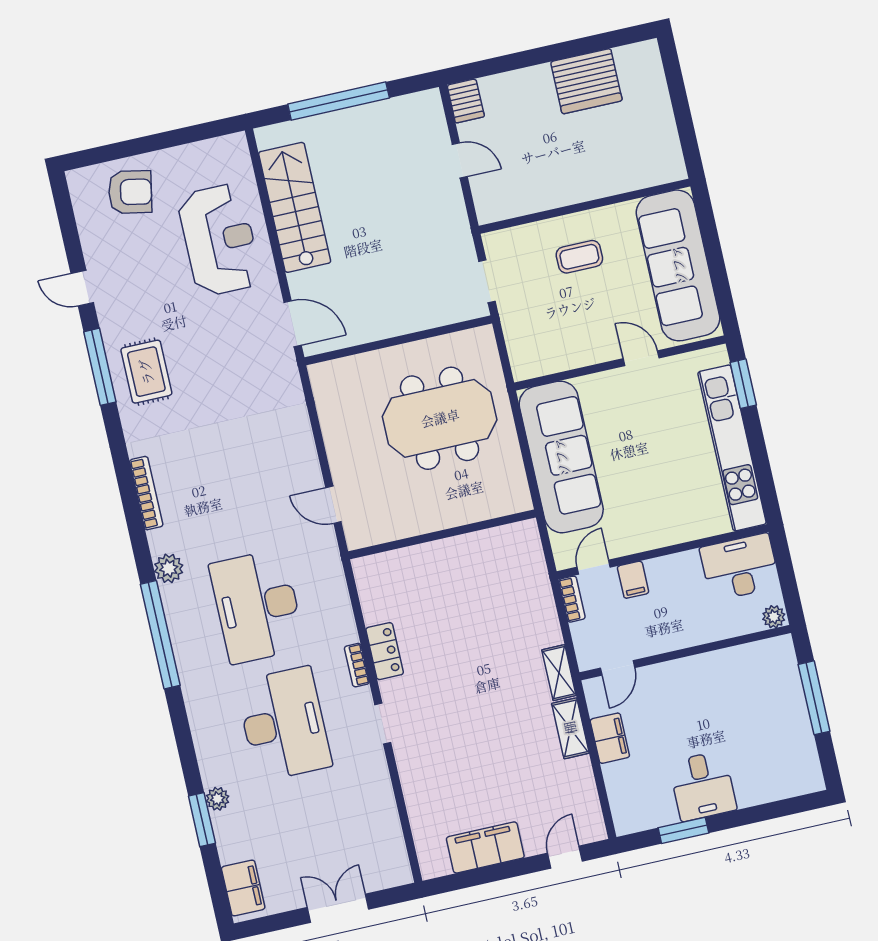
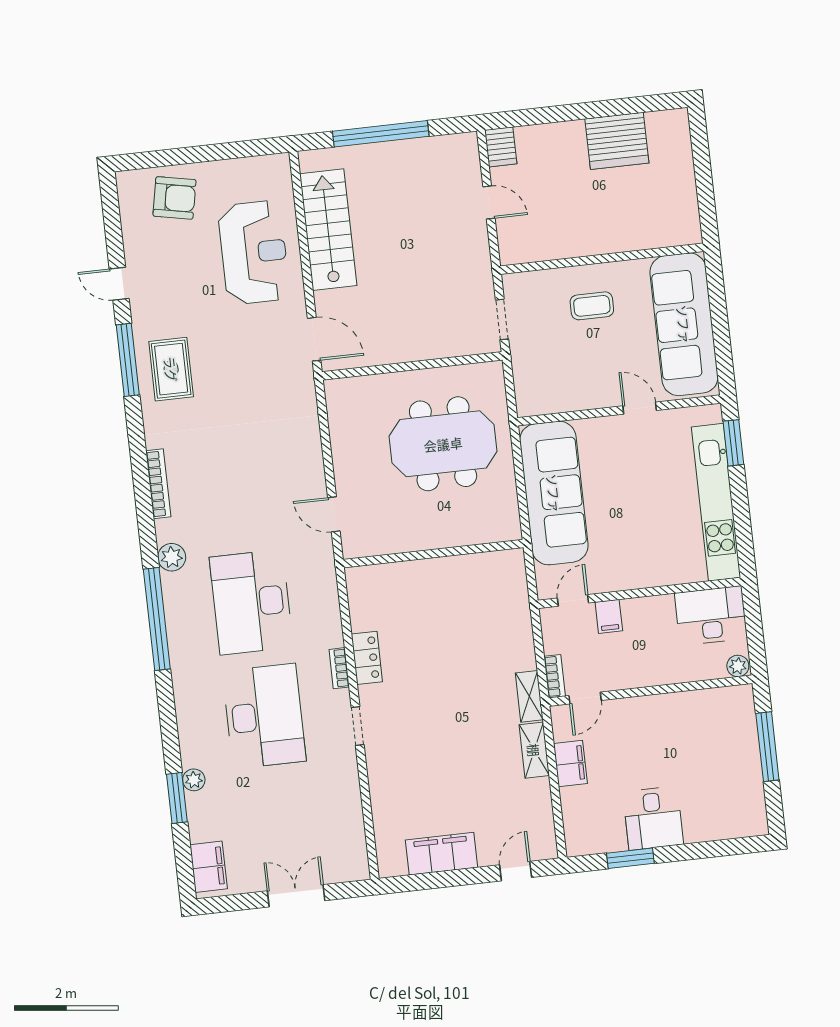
bookcase: (572, 599) -> (555, 676), moved

